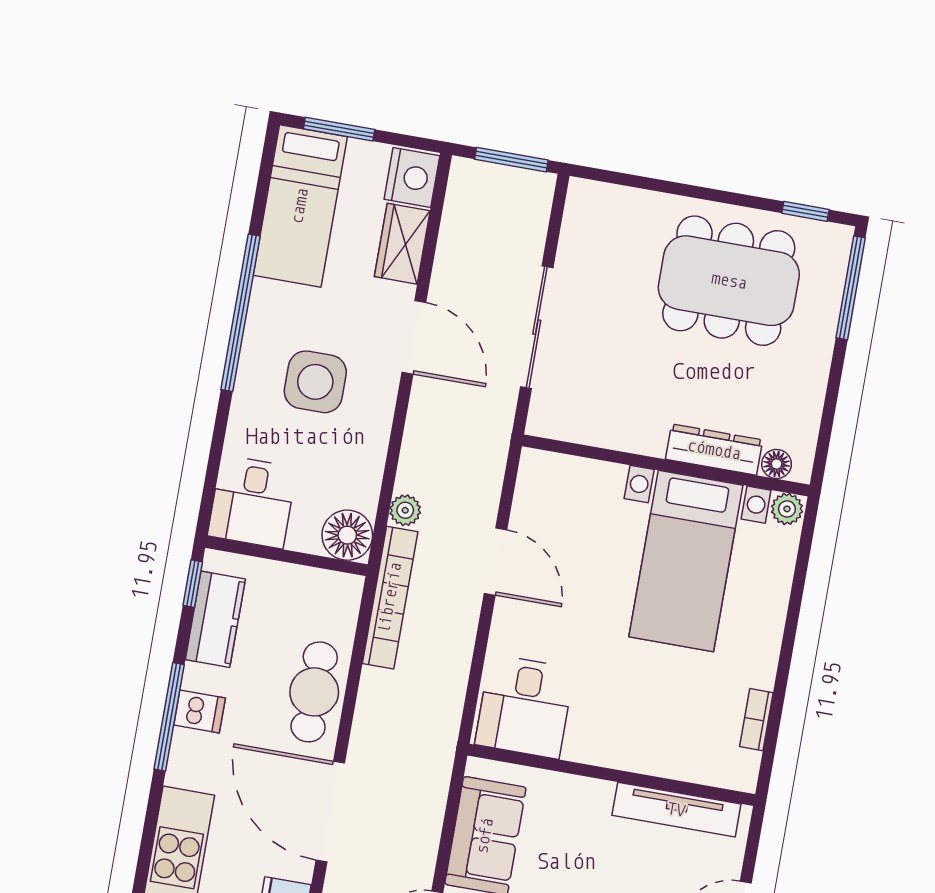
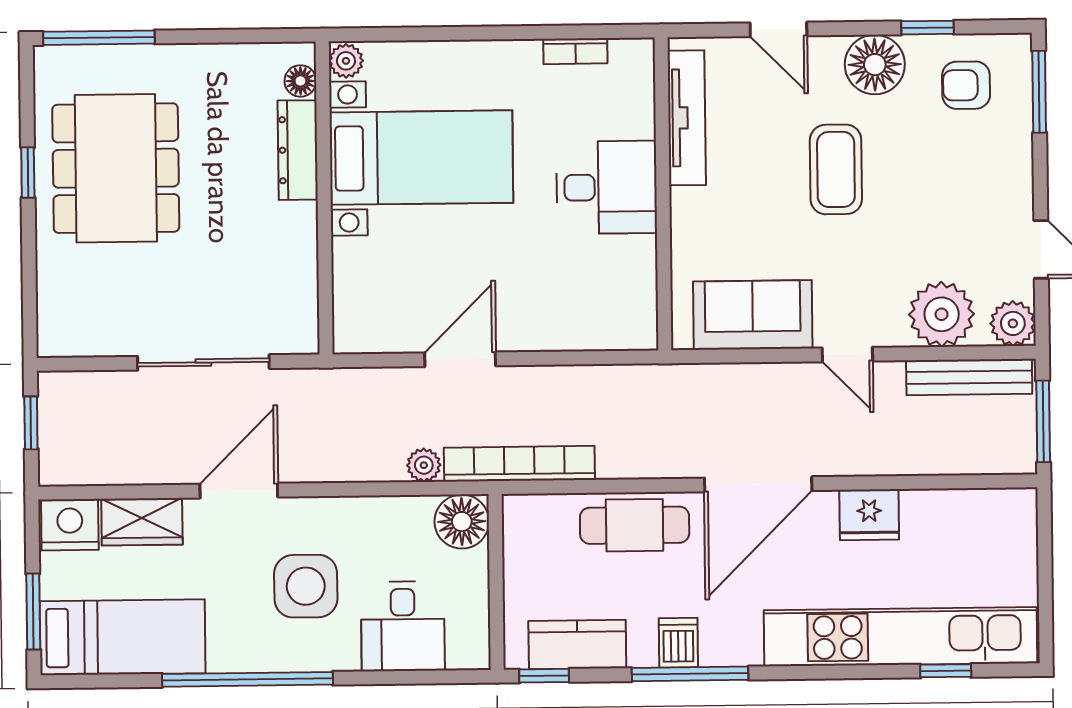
window: (511, 160) -> (31, 423), width x0.67
window: (805, 211) -> (28, 173), moved
desk: (252, 502) -> (403, 626), moved, turned 90
desk: (525, 707) -> (607, 187), moved

